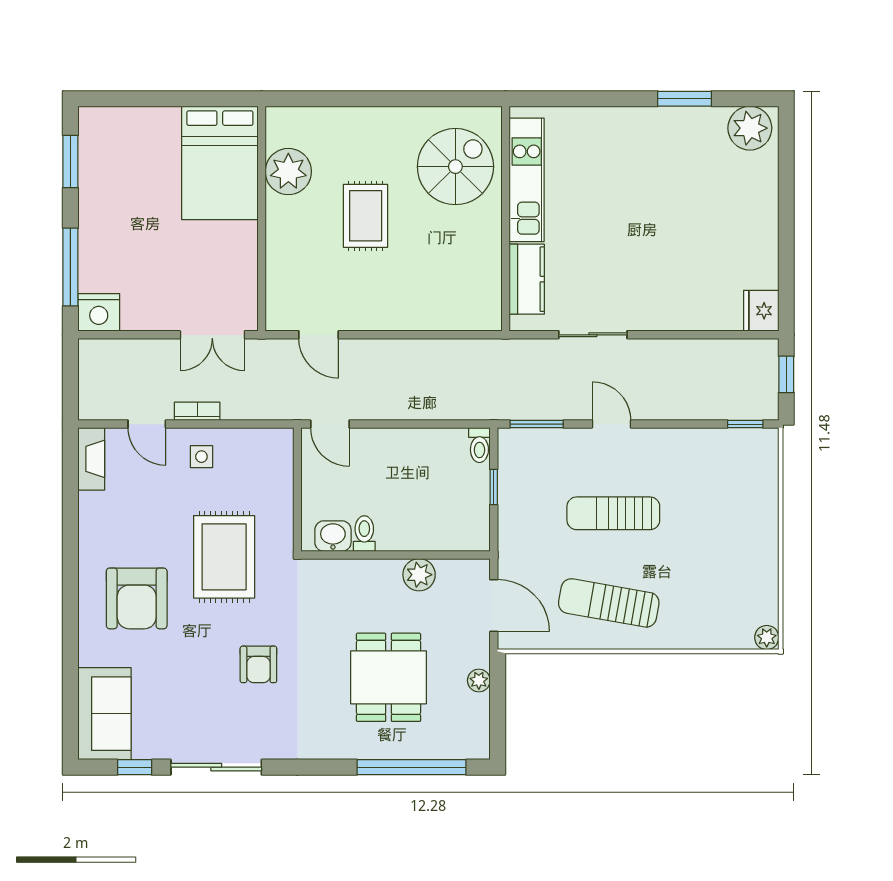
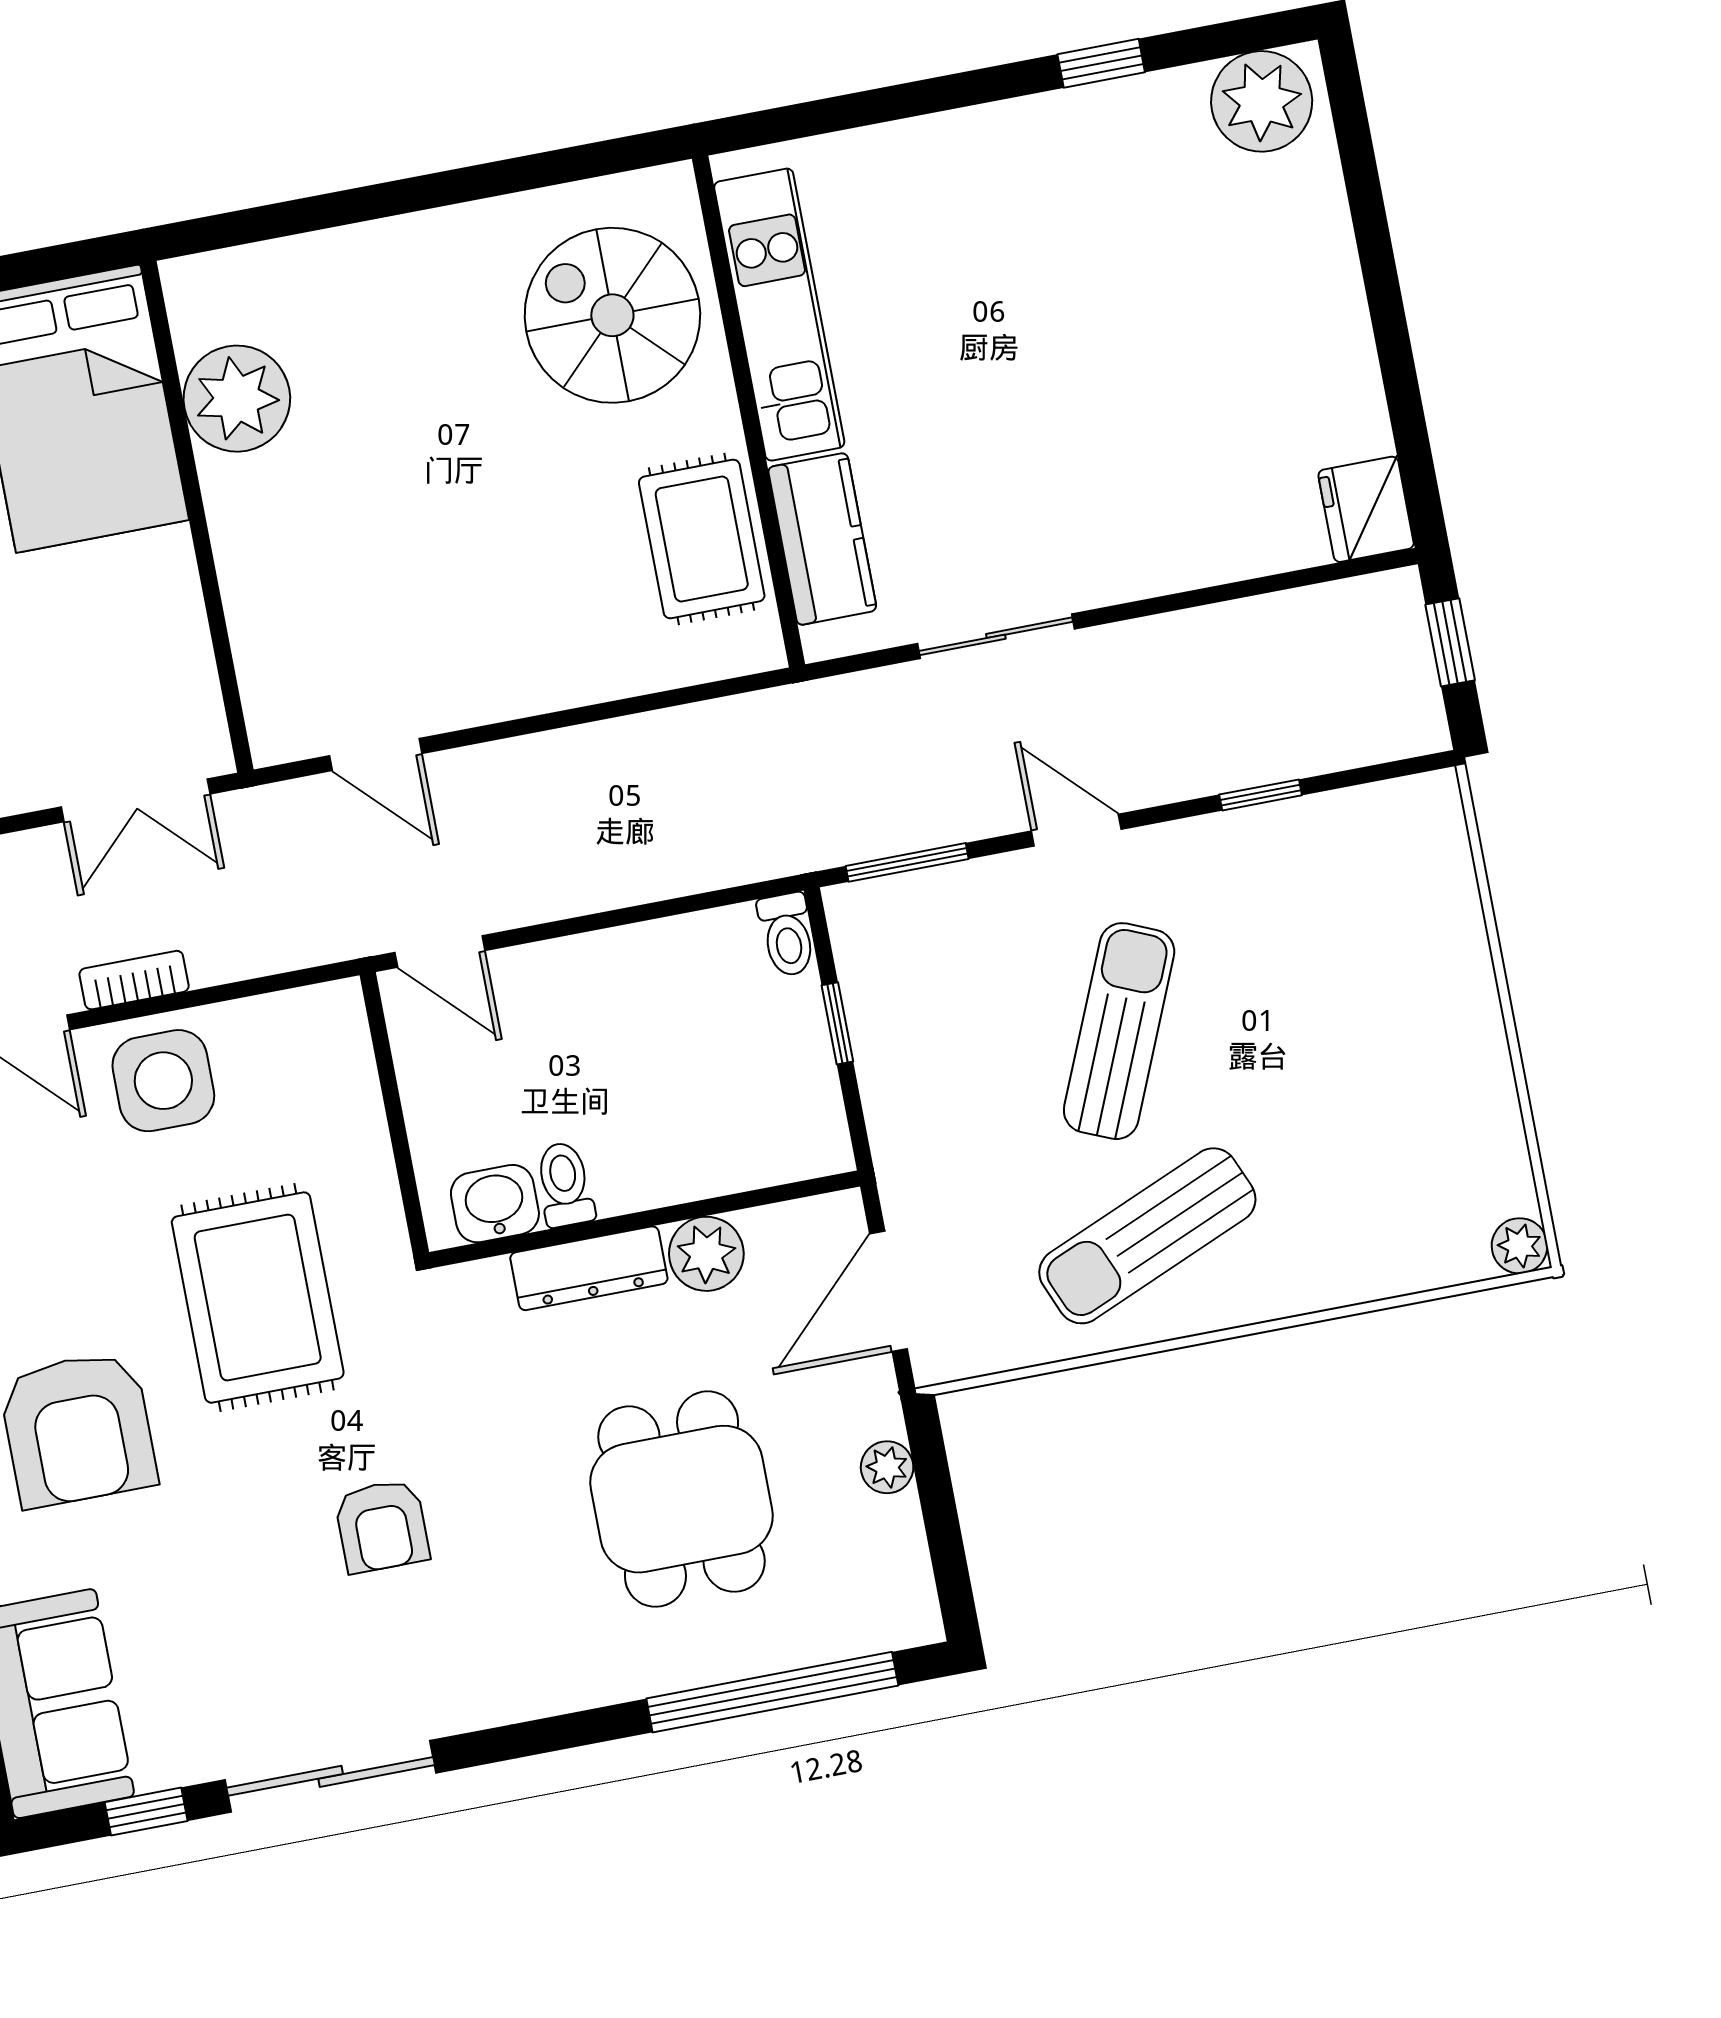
window: (684, 99) -> (1101, 63), width x0.67
spiral stairs: (455, 167) -> (612, 315), turned -90
rug: (366, 216) -> (702, 539), moved
window: (745, 424) -> (1261, 795), moved
side table: (201, 457) -> (163, 1081), width x1.87, depth x1.87
sun lounger: (613, 513) -> (1119, 1031), turned 113
dresser: (368, 571) -> (589, 1268), added
sun lounger: (609, 603) -> (1147, 1236), turned -33
door: (494, 606) -> (889, 1291), swing flipped

